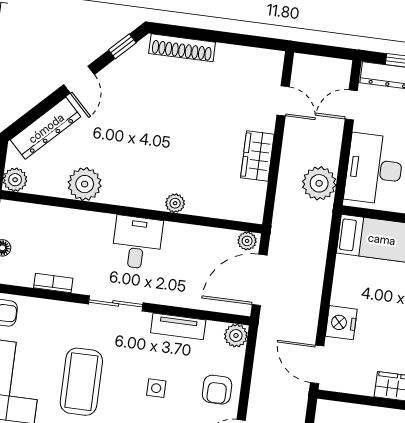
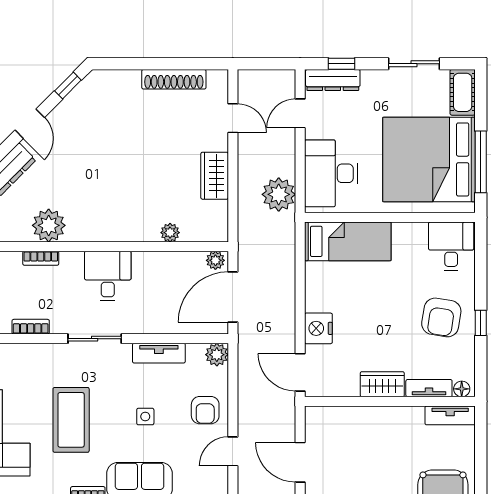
shoe rack: (182, 48) -> (174, 79), moved
plant: (175, 203) -> (170, 233), moved
bookcase: (72, 216) -> (41, 258), added

